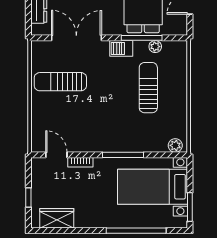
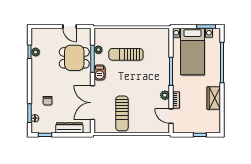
plant: (175, 145) -> (165, 95), moved
door: (56, 155) -> (171, 116), hinge flipped
wardrobe: (57, 218) -> (214, 98), moved

